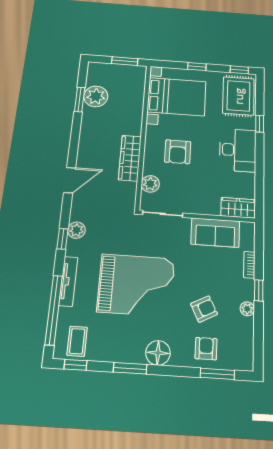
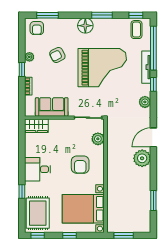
plant: (96, 96) -> (142, 158), moved
desk: (238, 150) -> (38, 169), width x0.73
armchair: (178, 152) -> (80, 165), turned 180
wardrobe: (130, 158) -> (113, 157), removed
window: (62, 239) -> (153, 84), moved
grand piano: (136, 285) -> (102, 68), turned 180
armchair: (206, 349) -> (37, 28), moved

